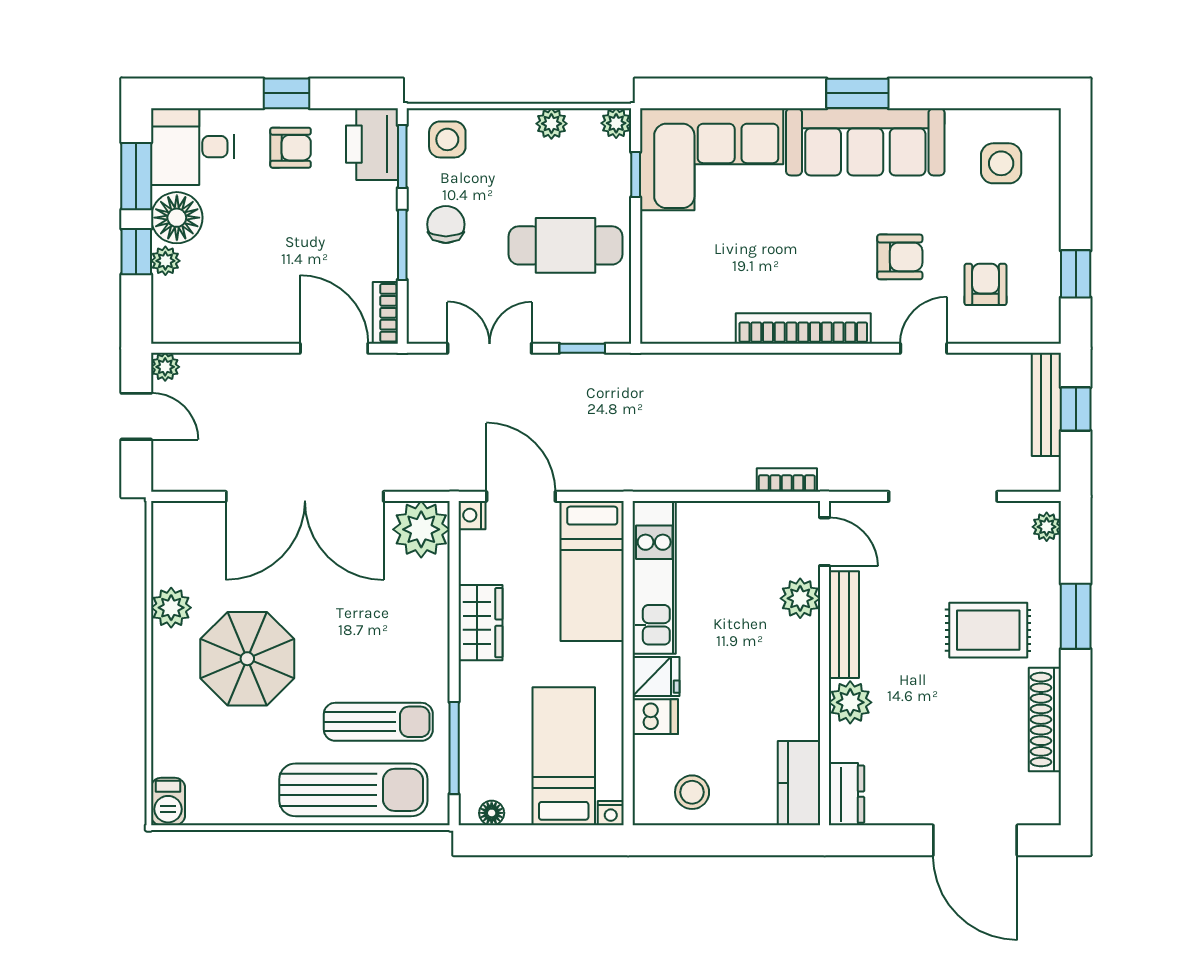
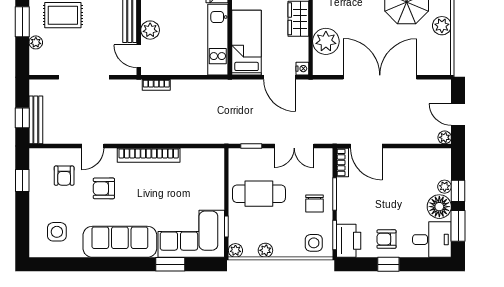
window: (857, 93) -> (170, 264), moved
plant: (1047, 527) -> (36, 42), moved
plant: (421, 529) -> (326, 41), moved

